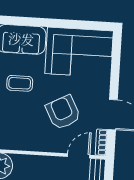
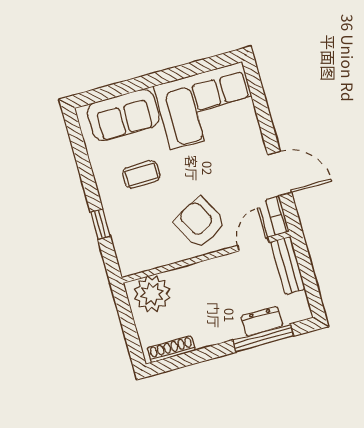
armchair: (63, 112) -> (200, 223), moved

